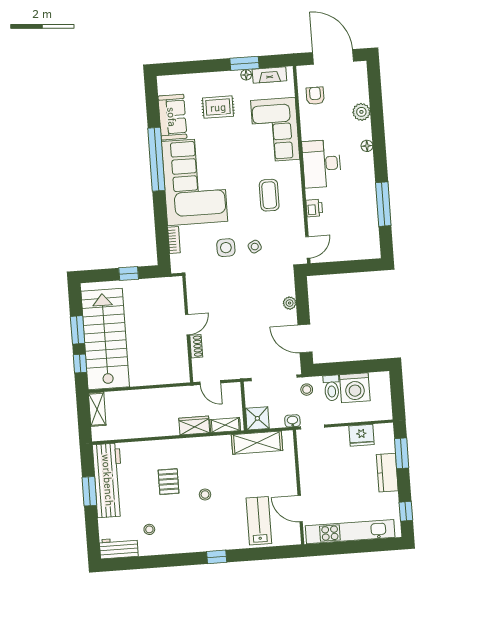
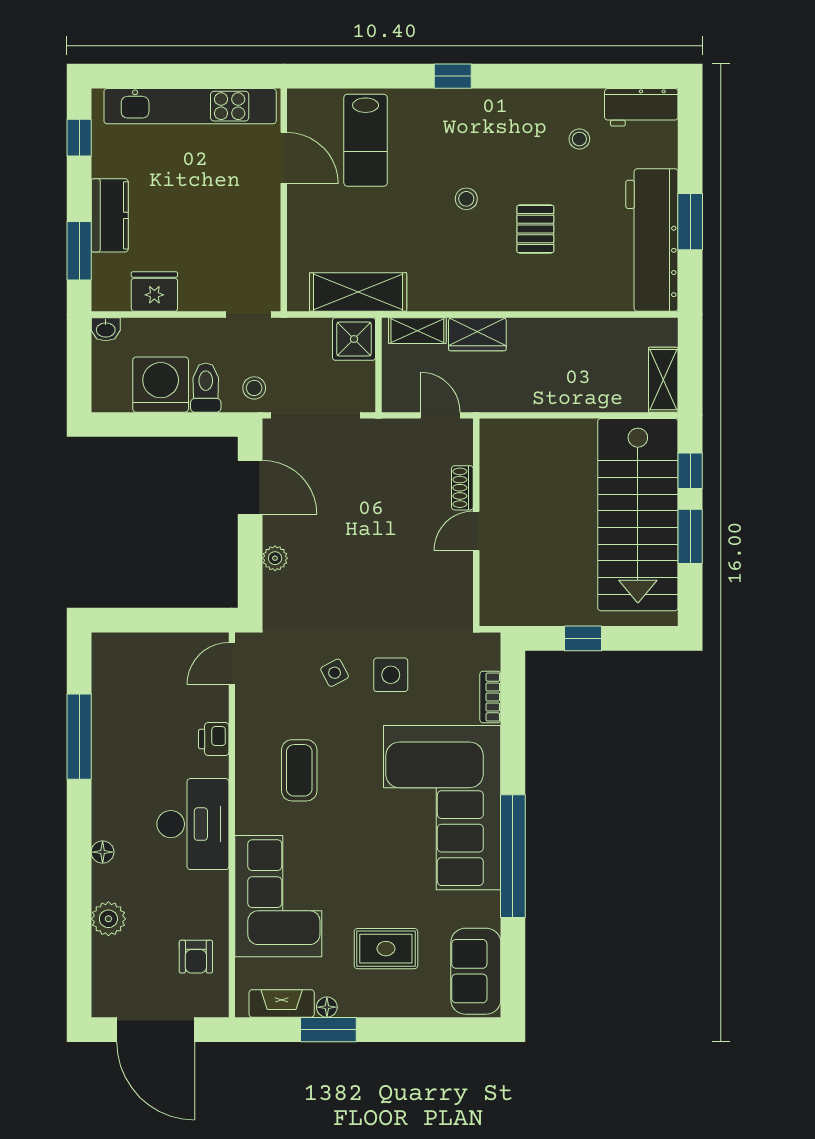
sofa: (172, 117) -> (476, 971), moved
washbasin: (292, 421) -> (106, 329), moved

